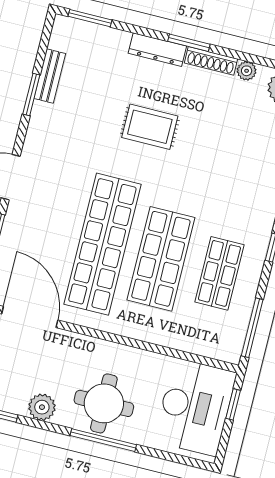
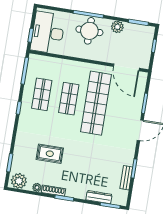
dresser: (157, 50) -> (99, 197), moved
rug: (150, 127) -> (50, 154), moved
shop shelf: (161, 259) -> (69, 99), width x0.70, depth x0.74

